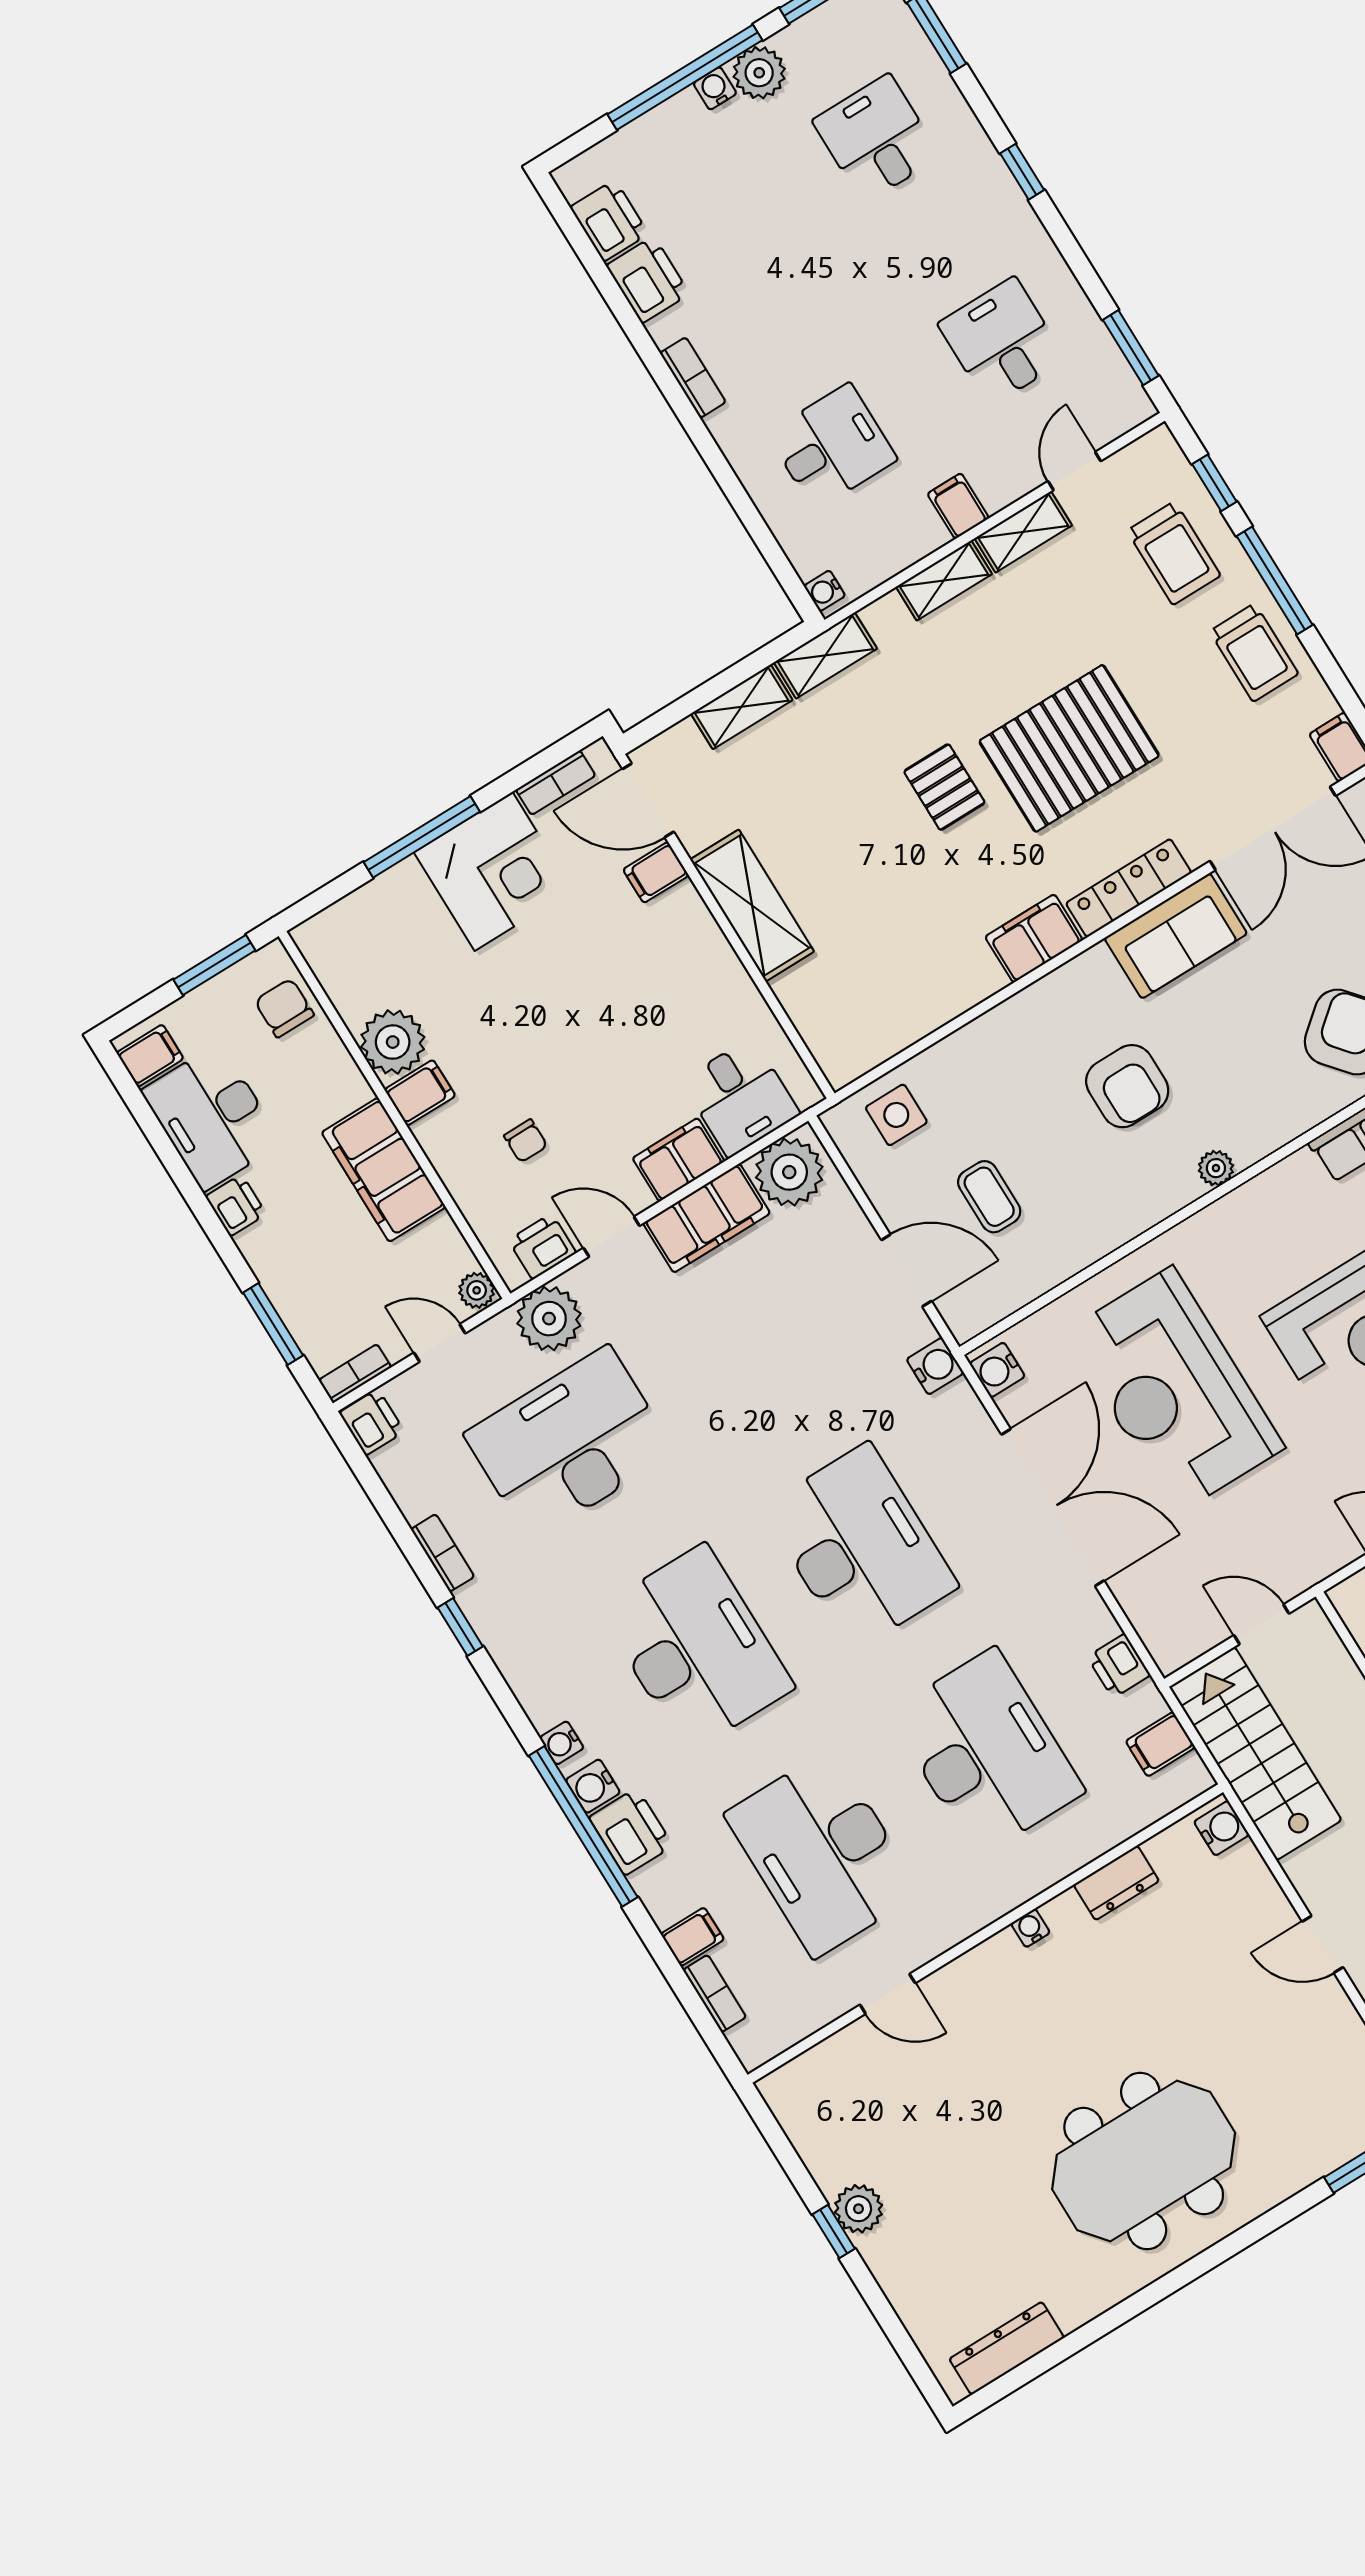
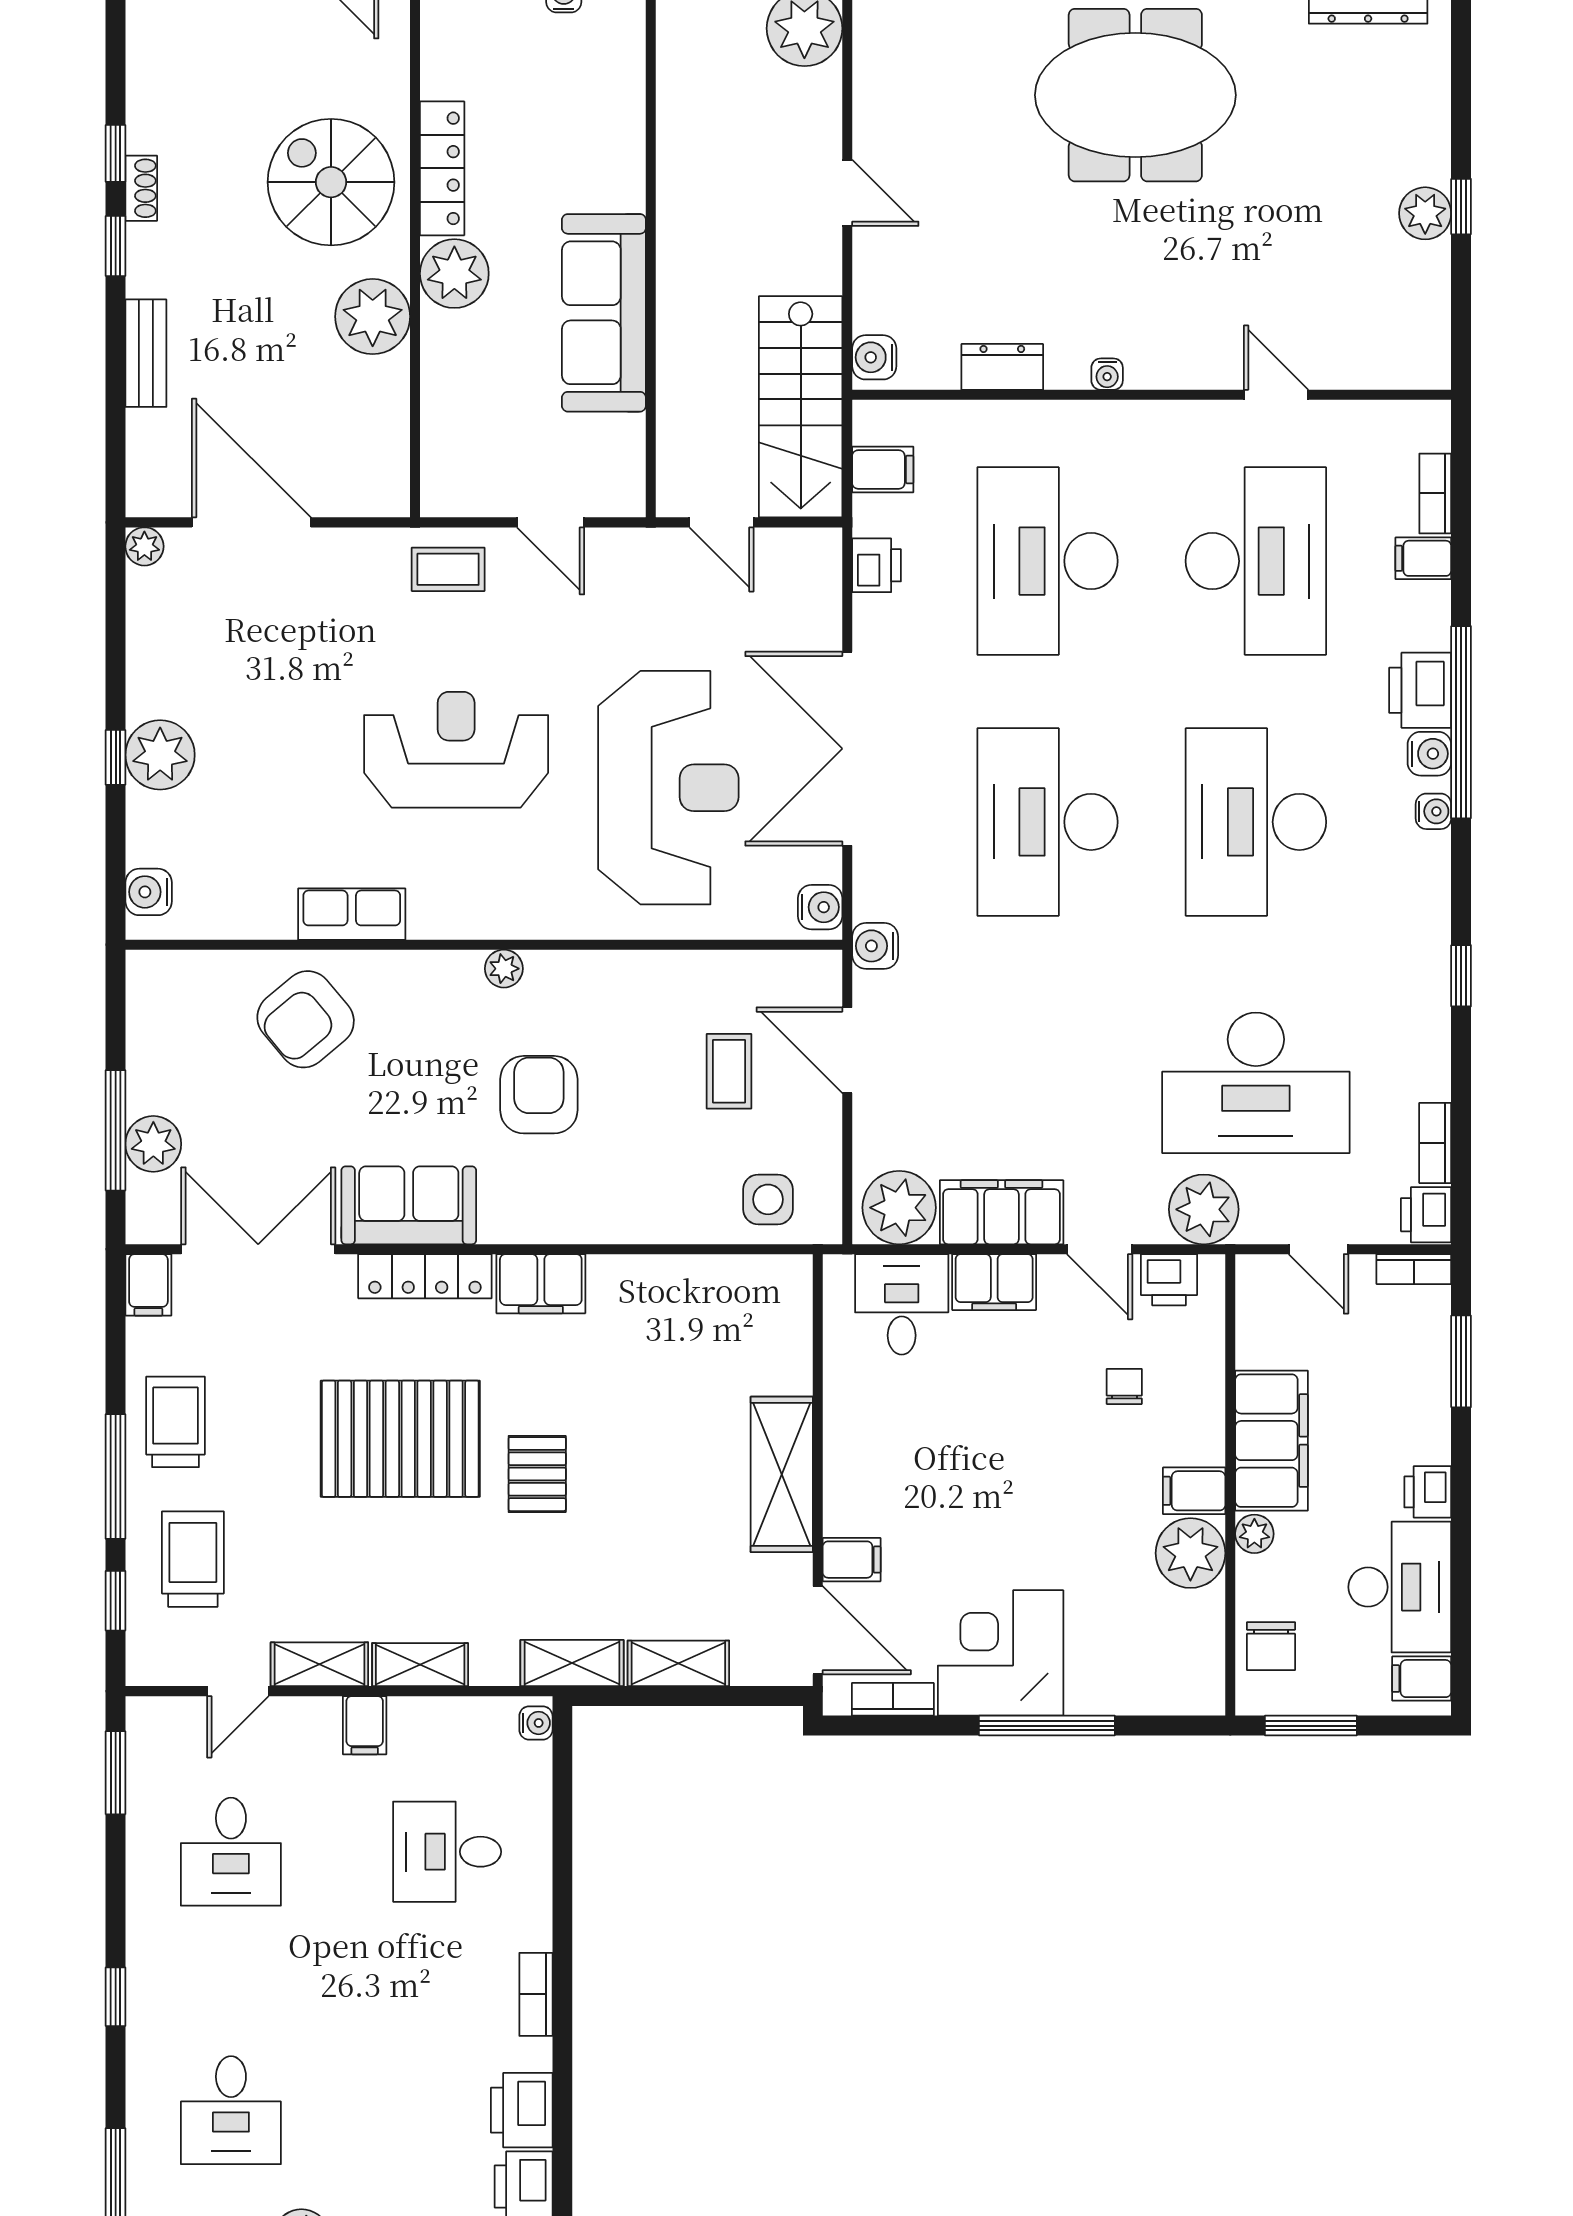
plant: (477, 1290) -> (1254, 1534), moved
bookcase: (443, 1553) -> (1435, 1143), moved

